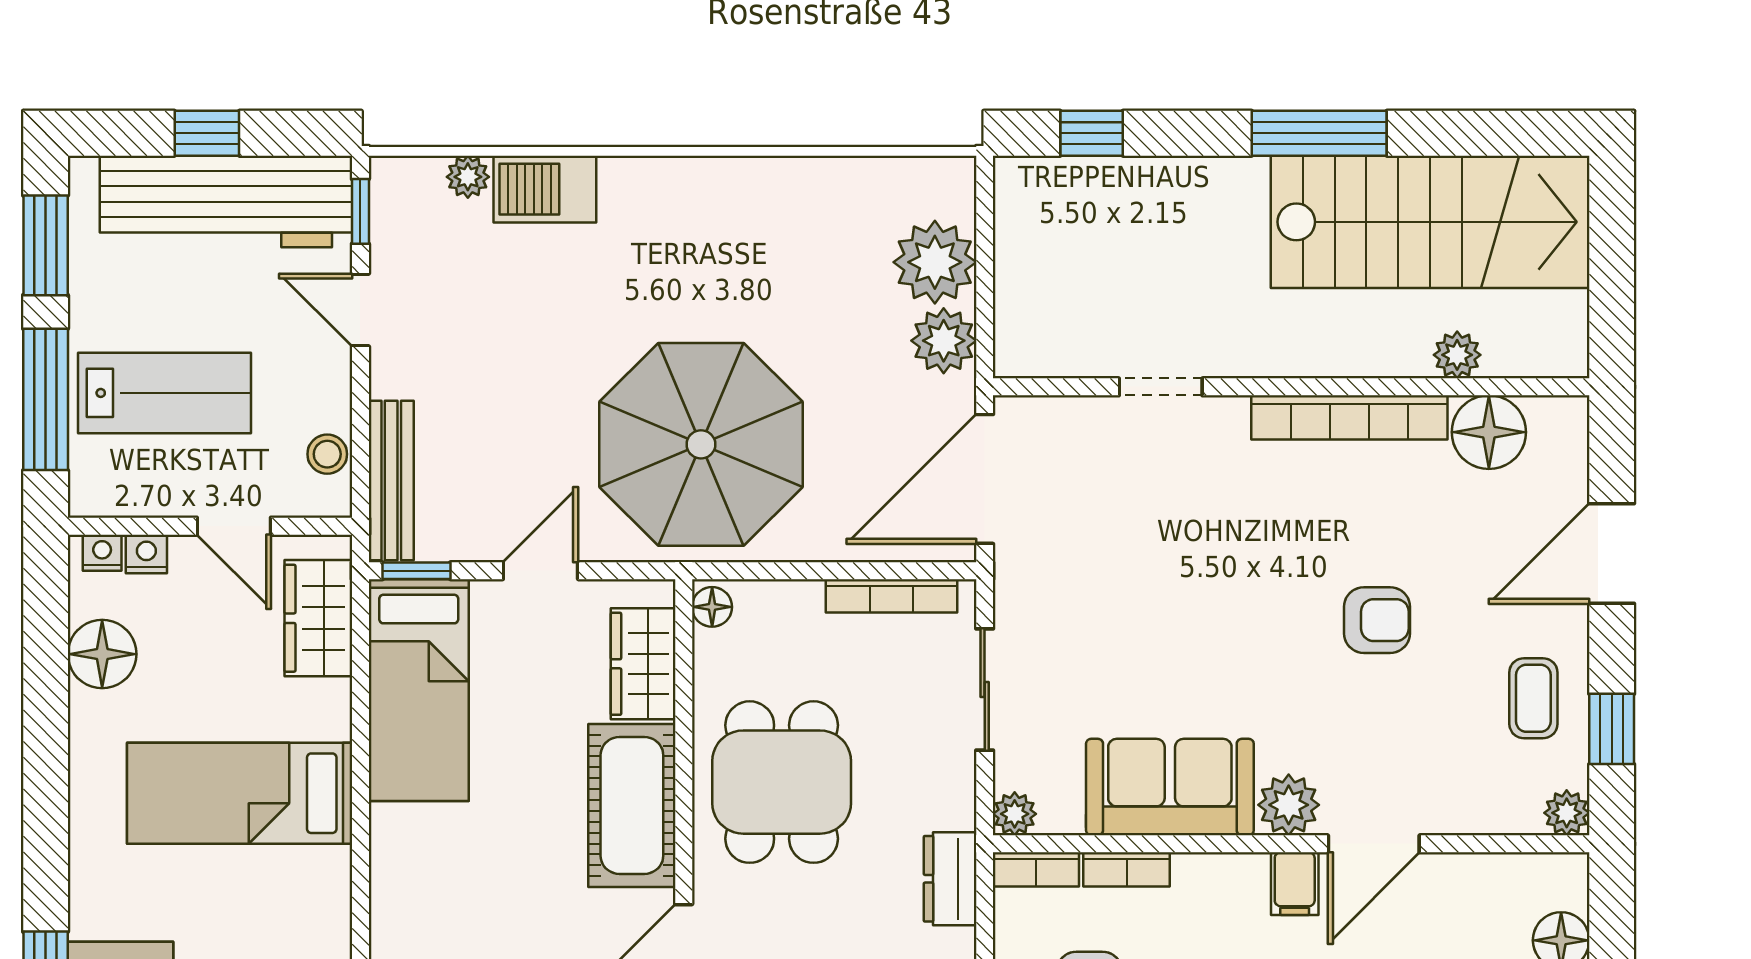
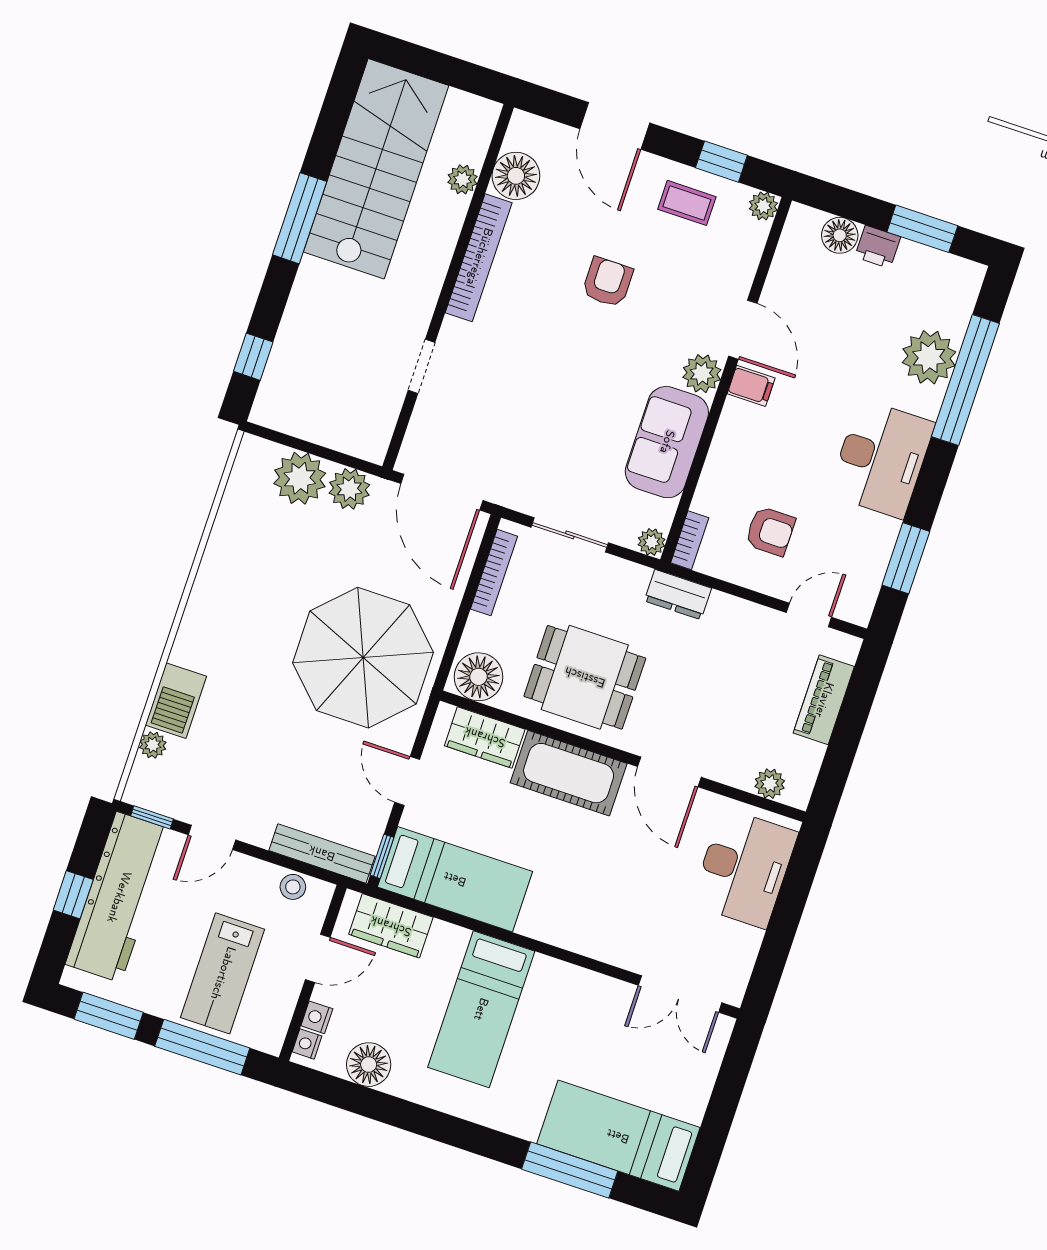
lab bench: (165, 393) -> (223, 973), turned 180
floor lamp: (712, 607) -> (478, 677), width x1.89, depth x1.89
bookcase: (1127, 869) -> (708, 485), removed

